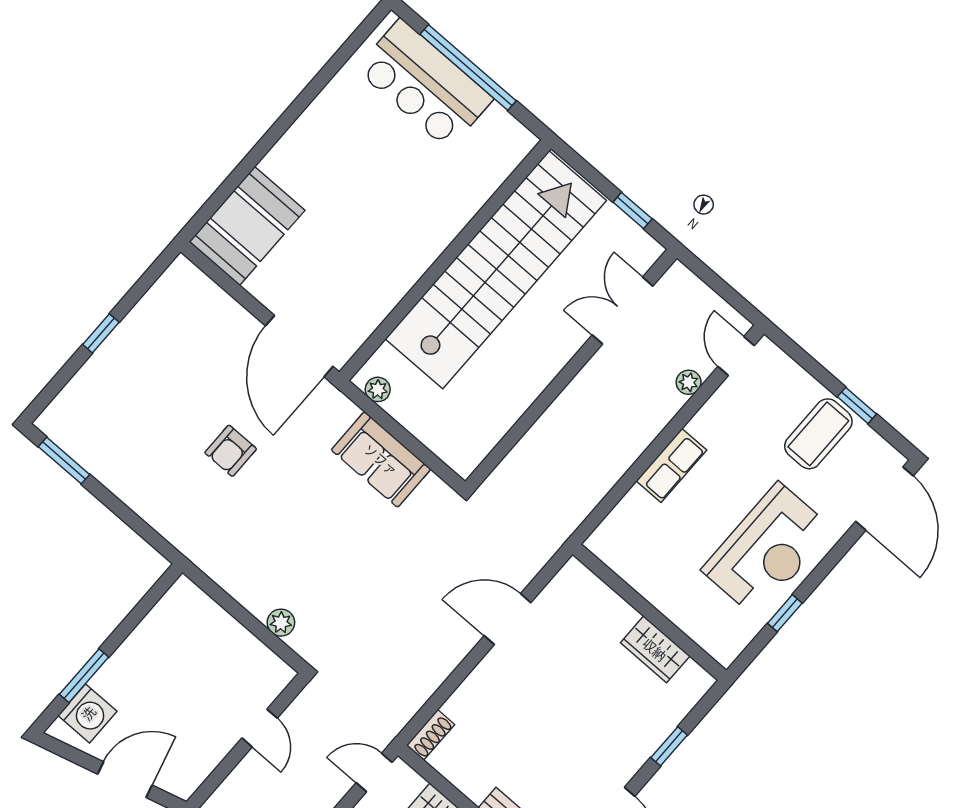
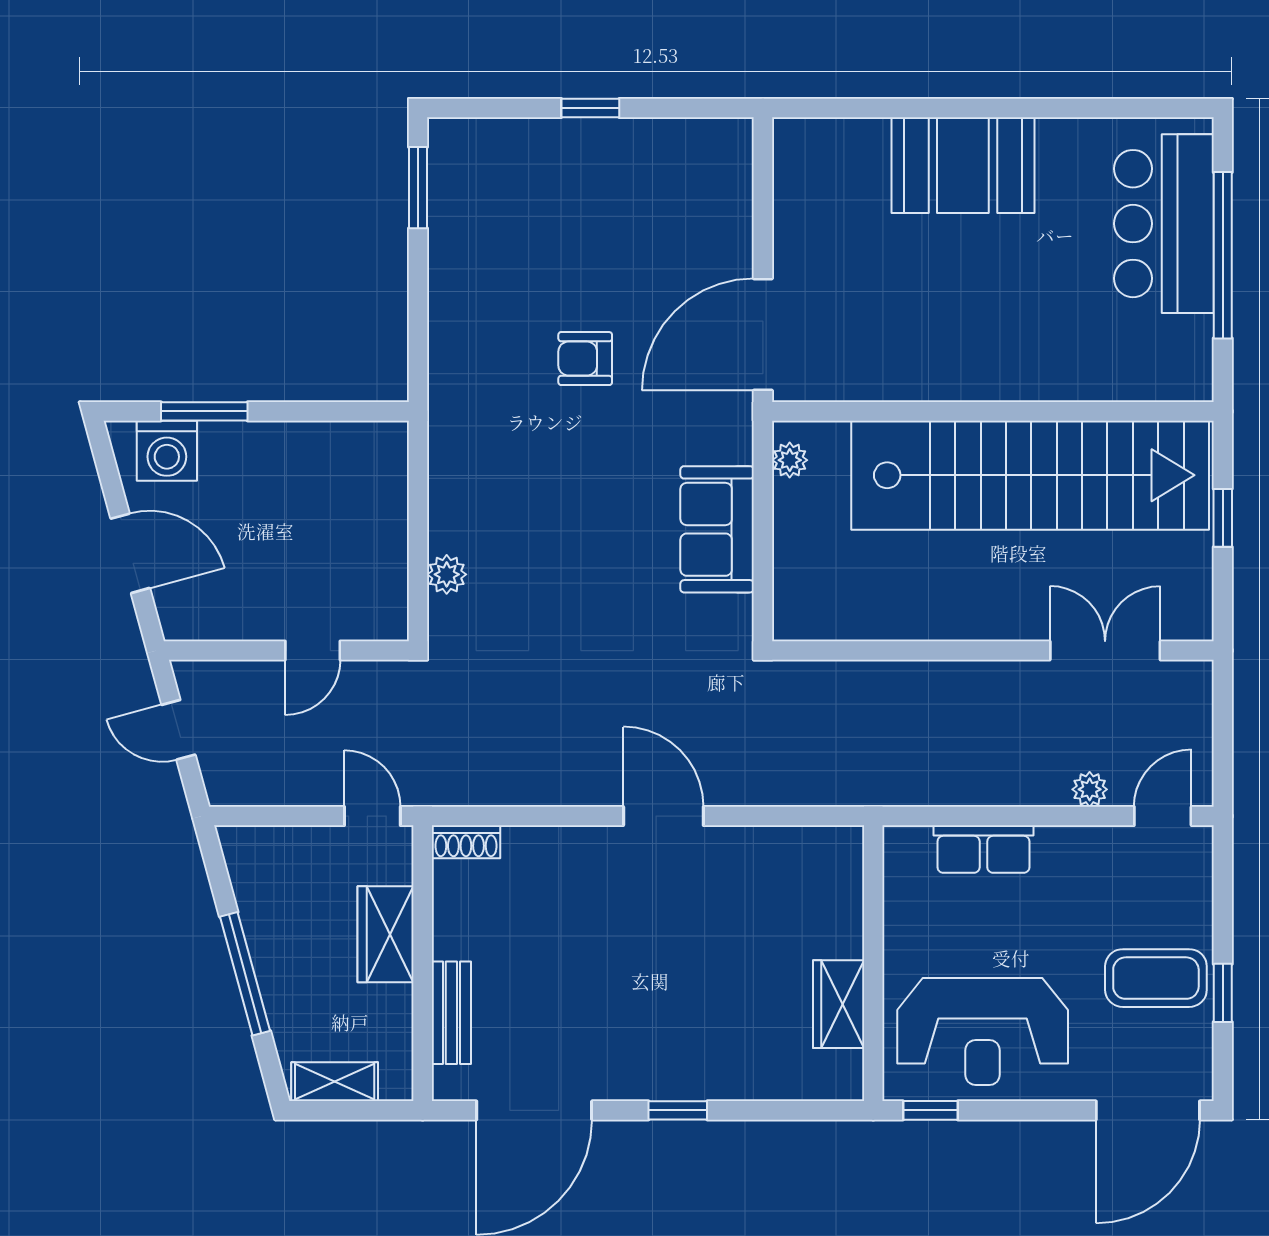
window: (633, 211) -> (1223, 518), moved
booth: (247, 226) -> (963, 165), moved
wall: (650, 612) -> (873, 963), moved
wardrobe: (655, 649) -> (839, 1004), moved

